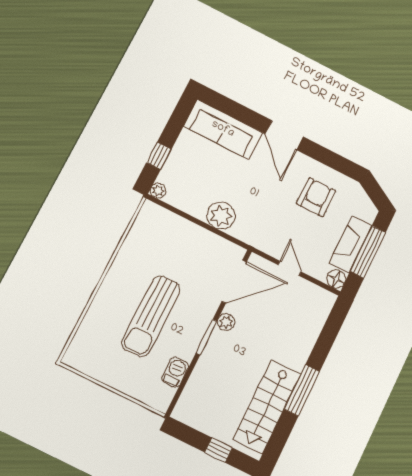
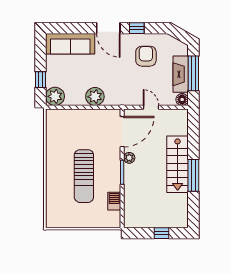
window: (322, 155) -> (137, 28), added
plant: (158, 191) -> (55, 96), width x1.88, depth x1.88
stairs: (267, 407) -> (178, 164), moved

